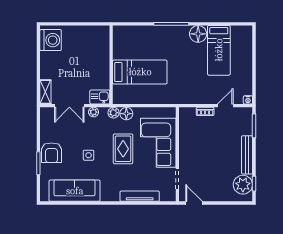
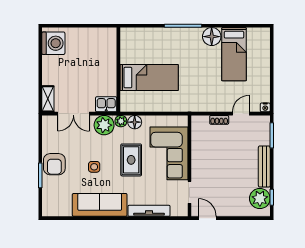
plant: (94, 112) -> (104, 125), width x1.87, depth x1.87
sofa: (75, 191) -> (100, 205), moved

